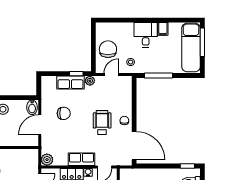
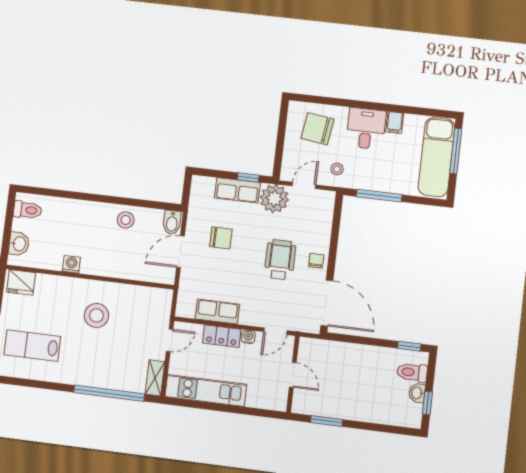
chair: (108, 49) -> (317, 129), moved, turned -82
plant: (90, 81) -> (274, 199), width x1.87, depth x1.87
row of seats: (81, 159) -> (217, 312), moved
plant: (47, 160) -> (185, 308), removed

